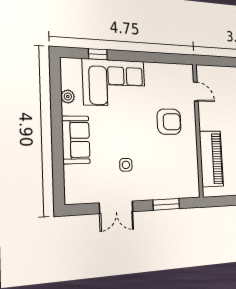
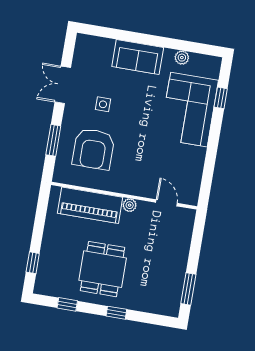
door: (196, 92) -> (167, 203), swing flipped
armchair: (169, 122) -> (93, 149), moved, width x1.36, depth x1.36
plant: (204, 124) -> (130, 205), added

